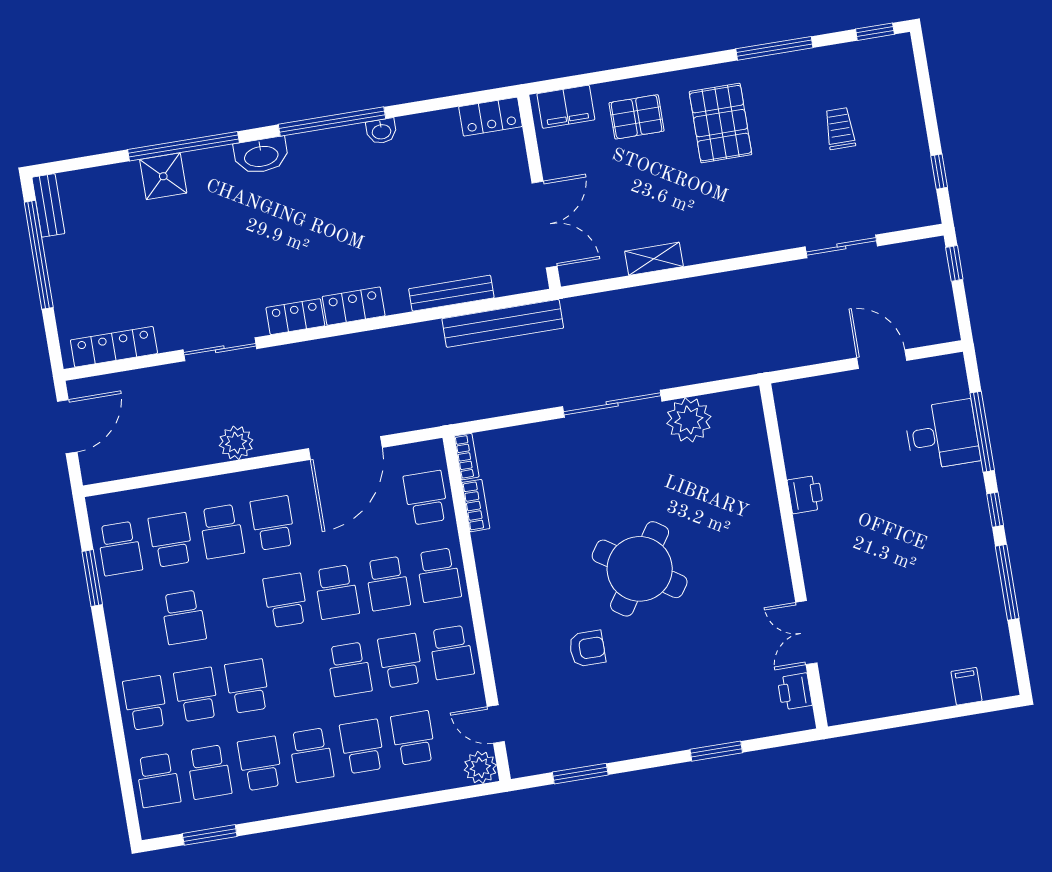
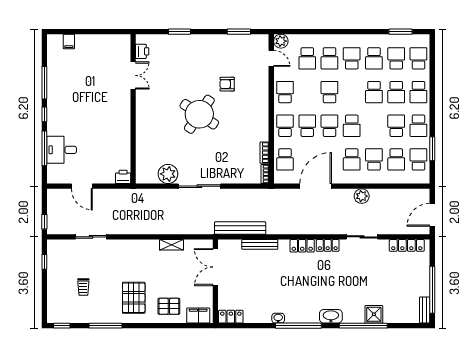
printer: (805, 494) -> (123, 177), moved, turned 90
school desk: (400, 661) -> (418, 126), moved

